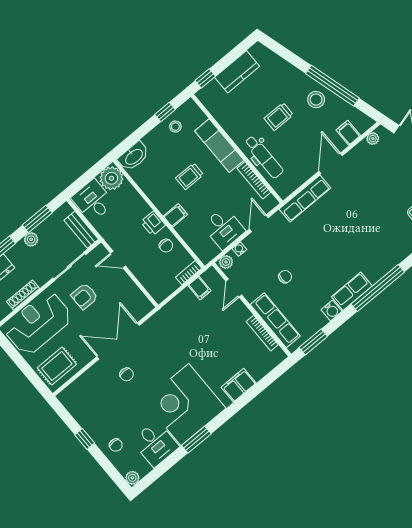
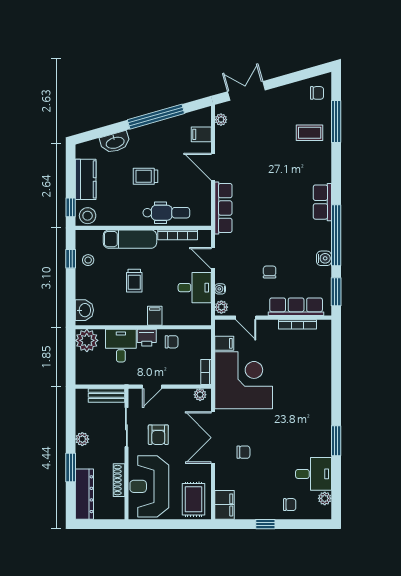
washbasin: (285, 70) -> (115, 142), added
stool: (316, 100) -> (88, 216), moved
trolley: (279, 117) -> (145, 176), turned 90
washbasin: (134, 156) -> (84, 310), width x0.72
desk: (93, 201) -> (121, 346), moved, turned 90
window: (37, 219) -> (71, 422), removed
bookcase: (189, 273) -> (206, 372), moved
window: (378, 288) -> (336, 235), moved
row of seats: (352, 291) -> (322, 202), moved
plant: (143, 303) -> (200, 395), added
filing cabinet: (239, 385) -> (225, 505), moved, turned 180
corner desk: (185, 405) -> (244, 380), moved, turned 180
plant: (132, 478) -> (325, 498), moved

